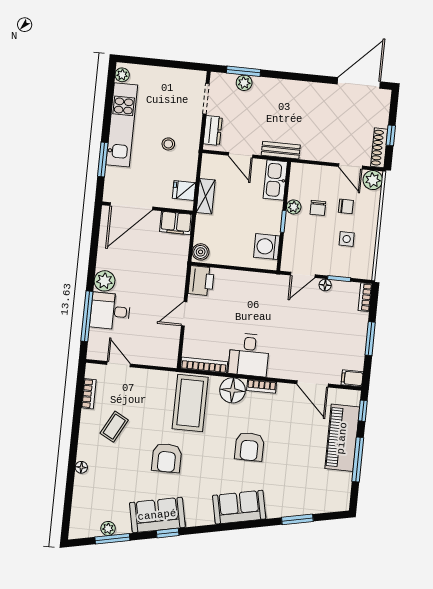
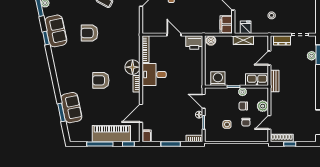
plant: (373, 180) -> (263, 106), moved
coffee table: (190, 403) -> (123, 43), removed
sofa: (239, 507) -> (71, 108), moved

